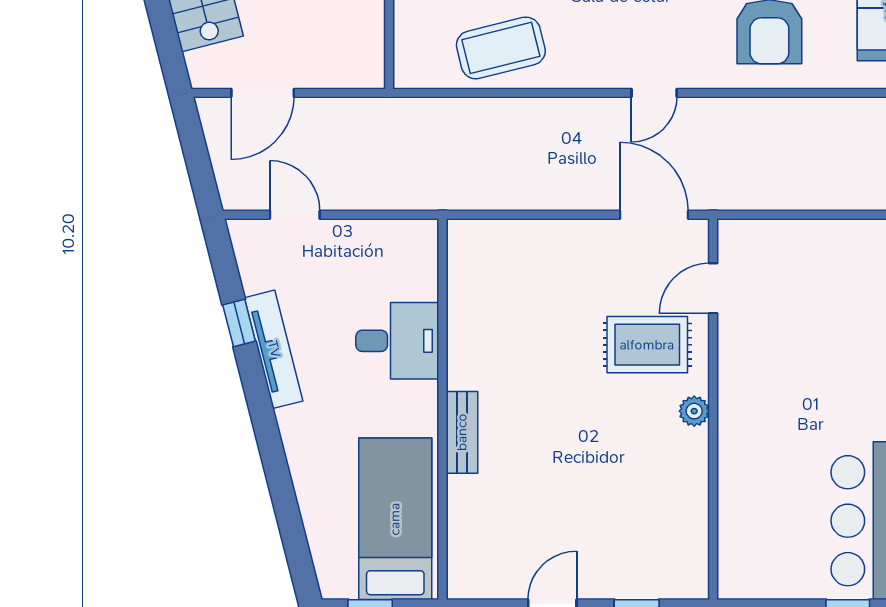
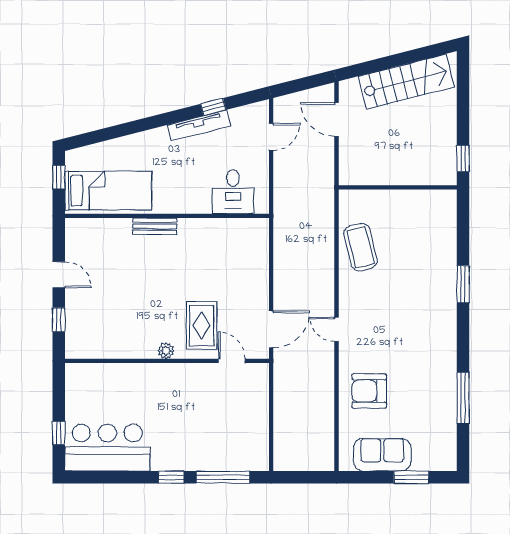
desk: (397, 341) -> (233, 192), moved

